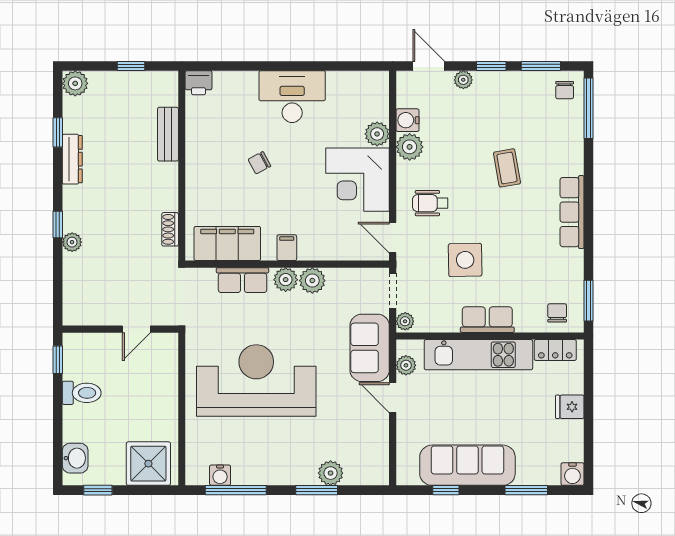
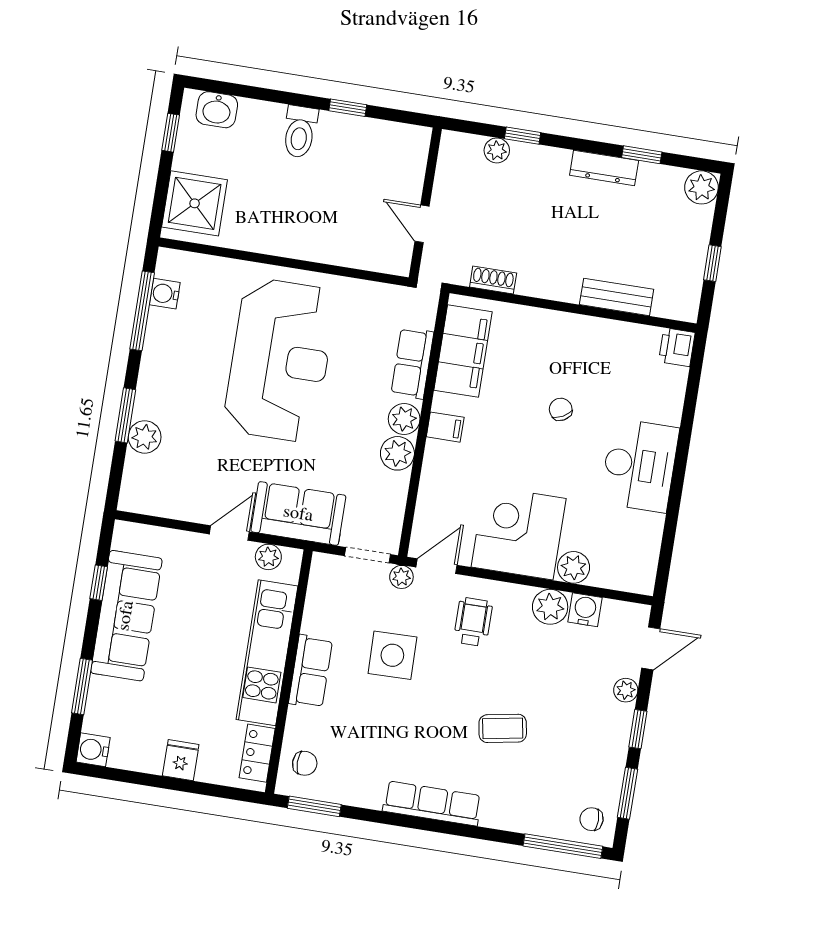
plant: (405, 321) -> (401, 577), moved
wall: (120, 329) -> (425, 203), moved
door: (136, 329) -> (422, 224), moved

